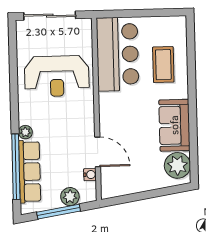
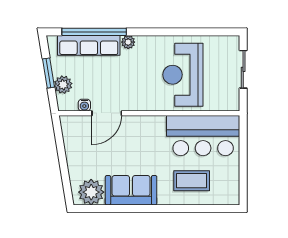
sliding door: (50, 16) -> (243, 69), width x0.73
window: (59, 212) -> (48, 73), width x0.69

